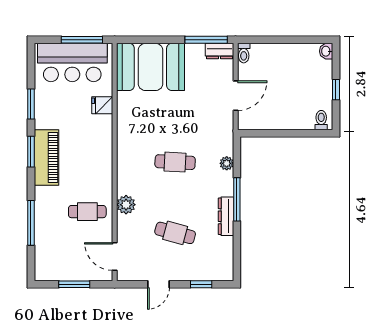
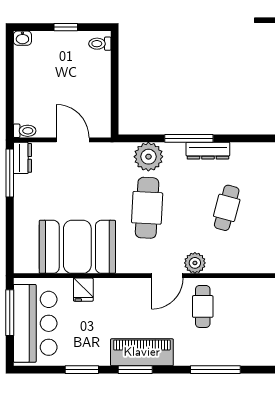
booth: (150, 67) -> (77, 247), moved, turned 90
cafe table: (175, 162) -> (147, 208), width x1.37, depth x1.35
plant: (227, 163) -> (148, 157), width x1.88, depth x1.88
door: (115, 256) -> (167, 276), moved

